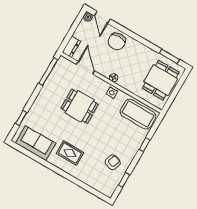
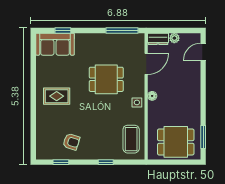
plant: (88, 17) -> (174, 38), moved
chair: (117, 41) -> (188, 79), removed
dining table: (79, 106) -> (106, 79), turned 90
coffee table: (138, 114) -> (131, 139), width x0.73, depth x0.76
sofa: (36, 143) -> (55, 44), moved, turned 90
rug: (70, 153) -> (57, 96), turned 90

